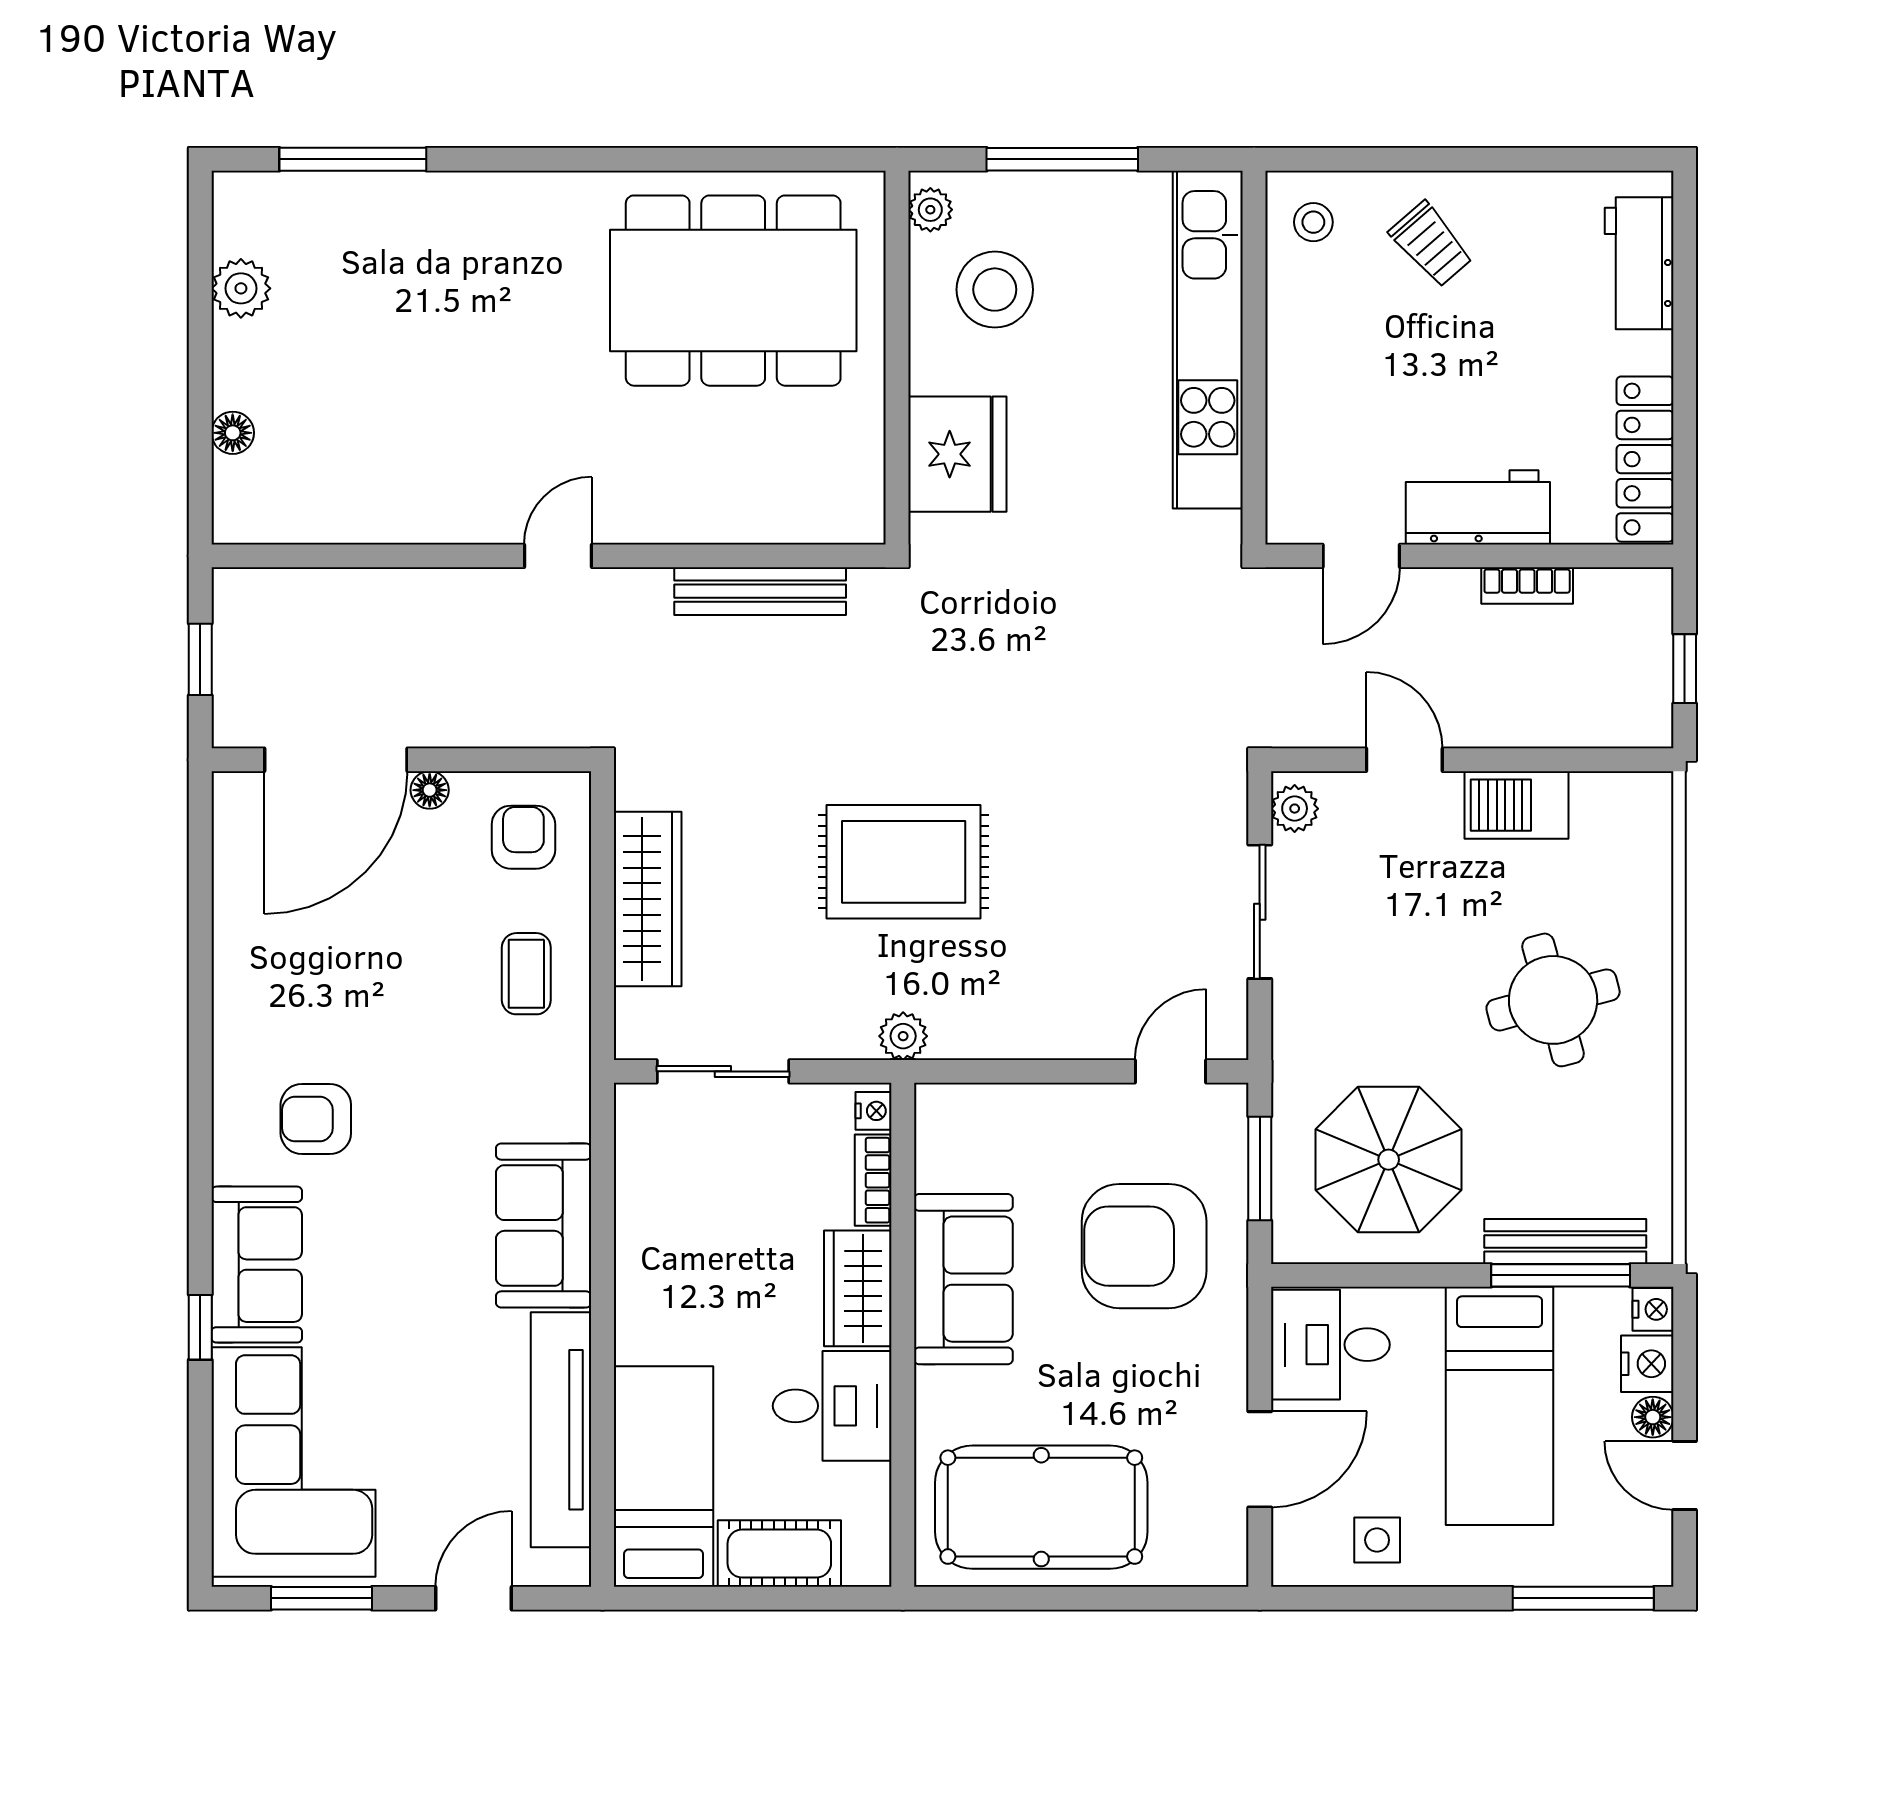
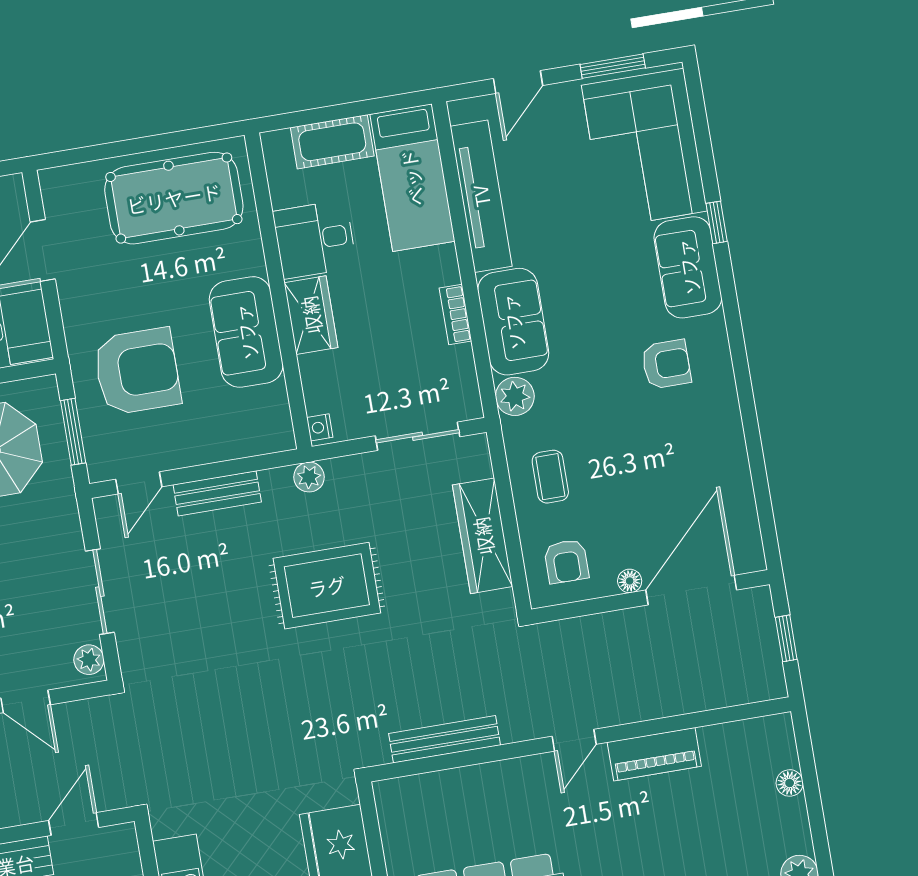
piano: (436, 513) -> (654, 754), added
bench: (1051, 1035) -> (217, 493), added
plant: (561, 1108) -> (515, 396), added
bookcase: (873, 1180) -> (455, 315), moved, turned 180

